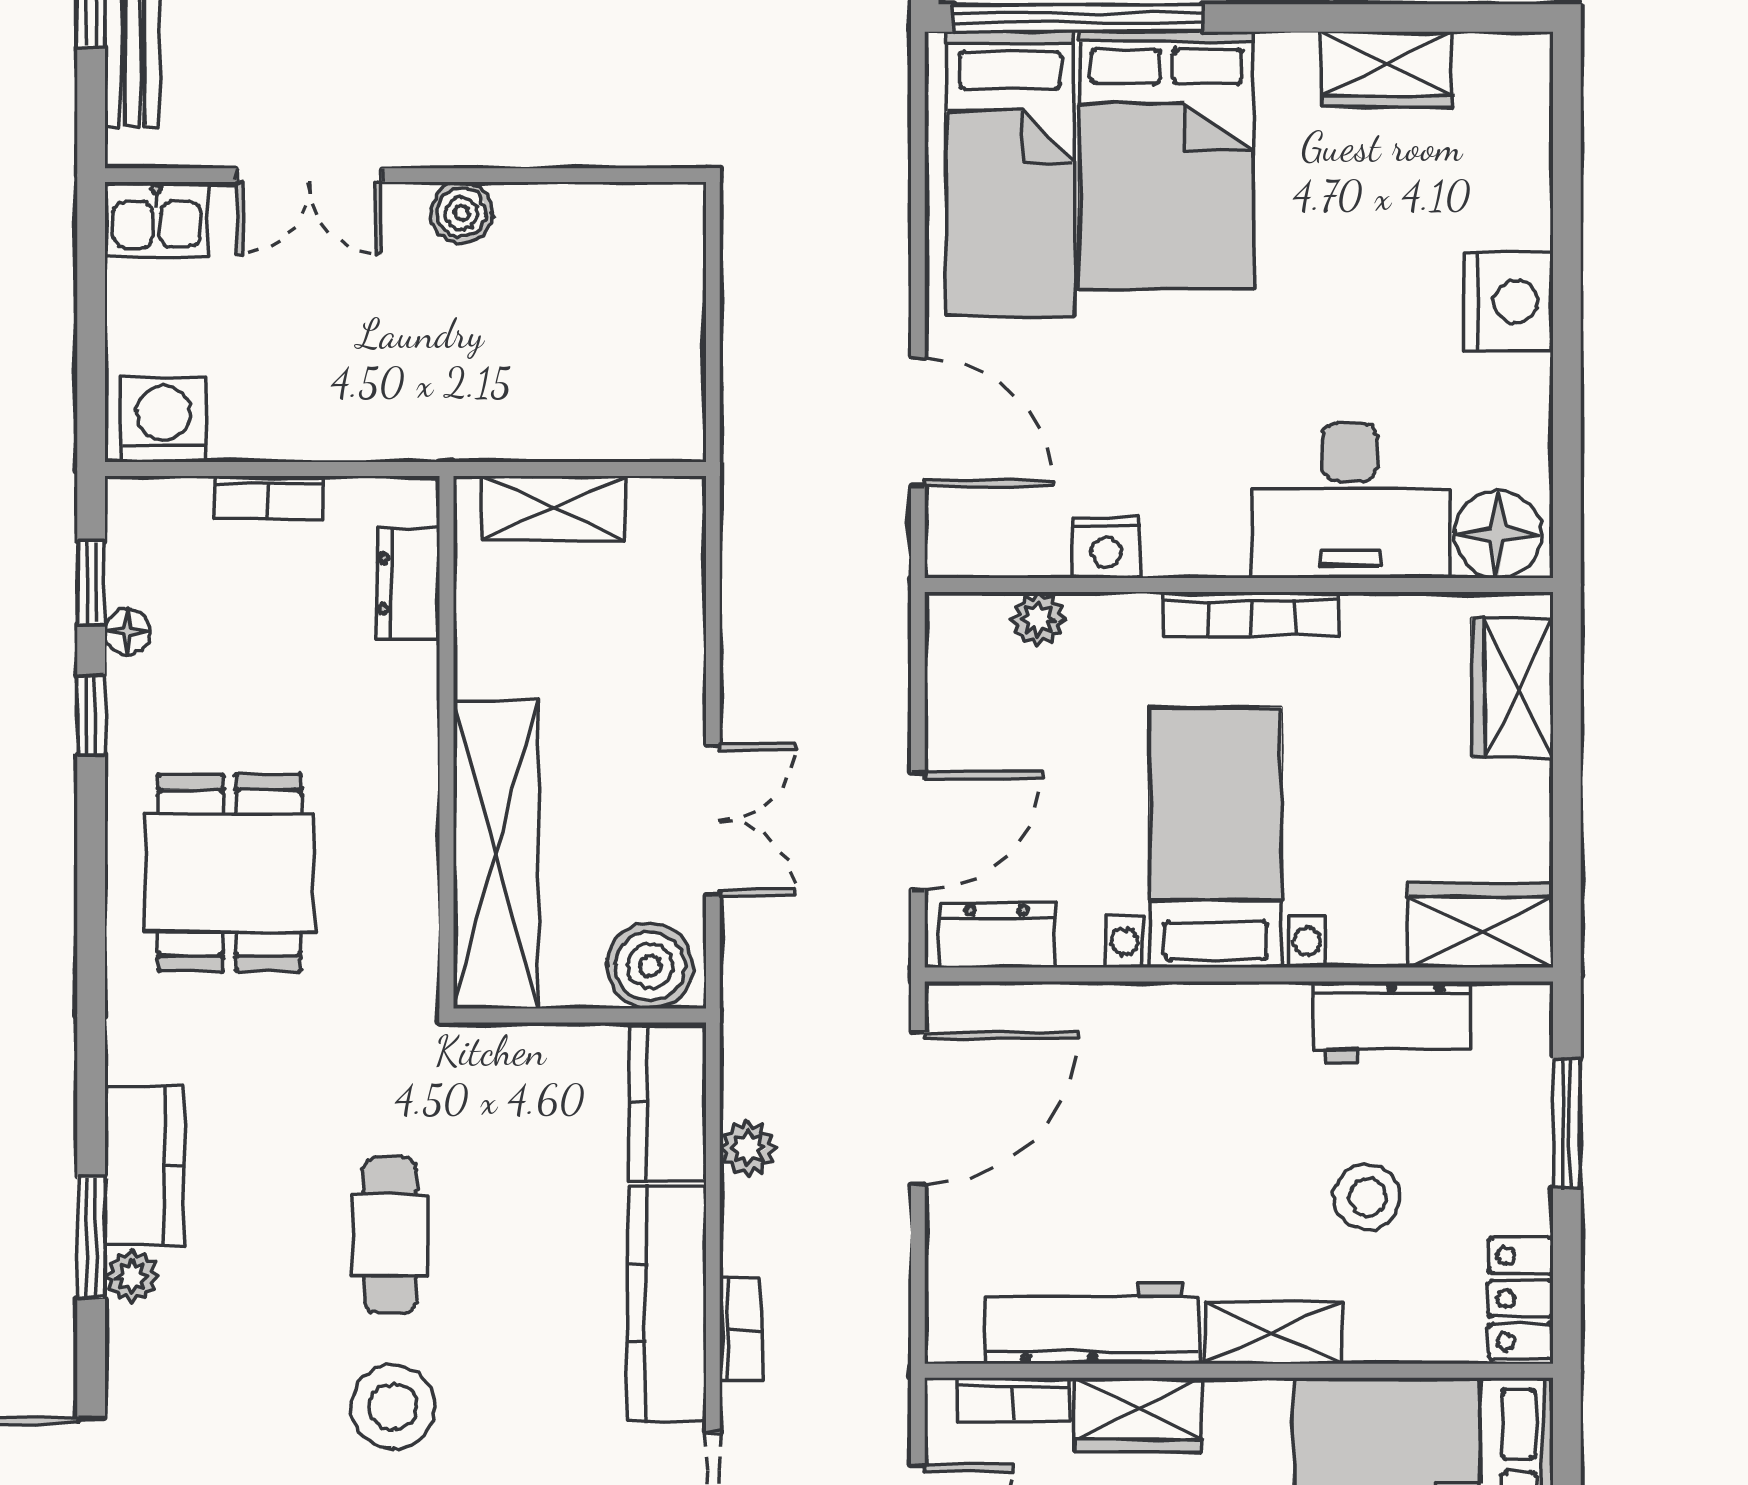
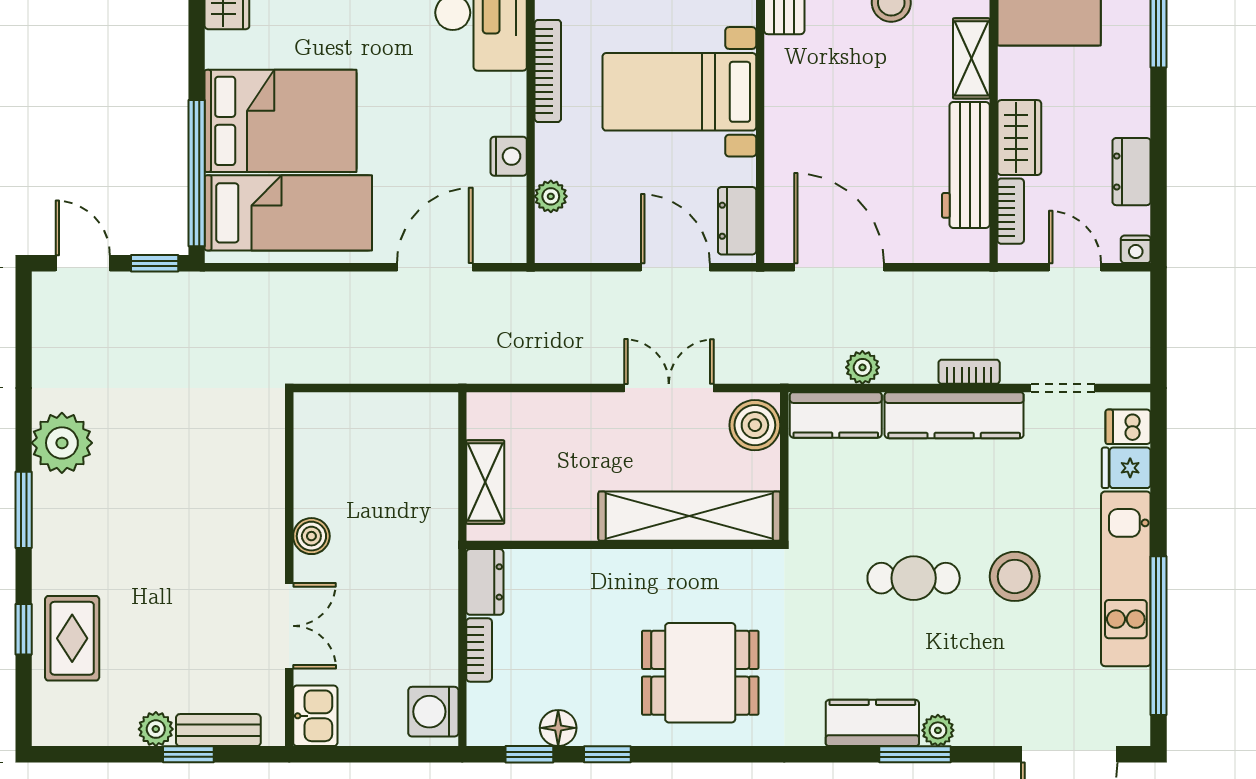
dresser: (408, 583) -> (485, 582), moved, turned -90
floor lamp: (127, 632) -> (558, 728), width x1.37, depth x1.37

